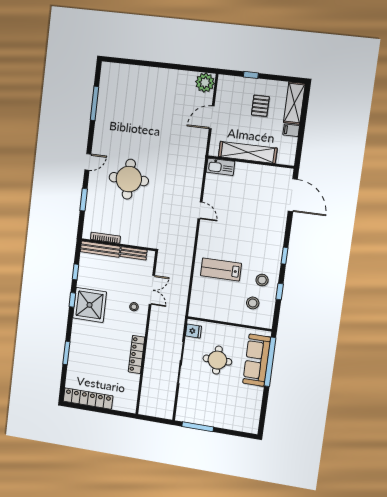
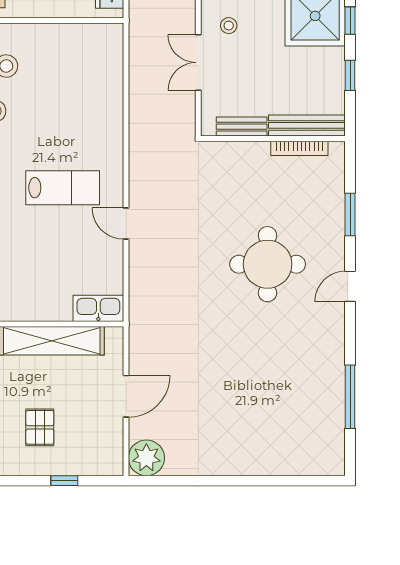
lab bench: (221, 269) -> (63, 188), moved

